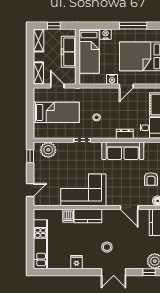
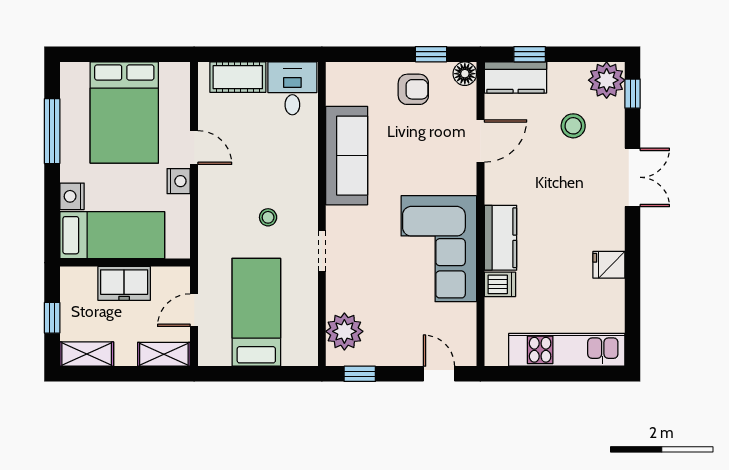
freezer: (69, 52) -> (124, 283), width x0.71
dresser: (125, 134) -> (307, 151), removed
stool: (107, 247) -> (573, 126), moved

